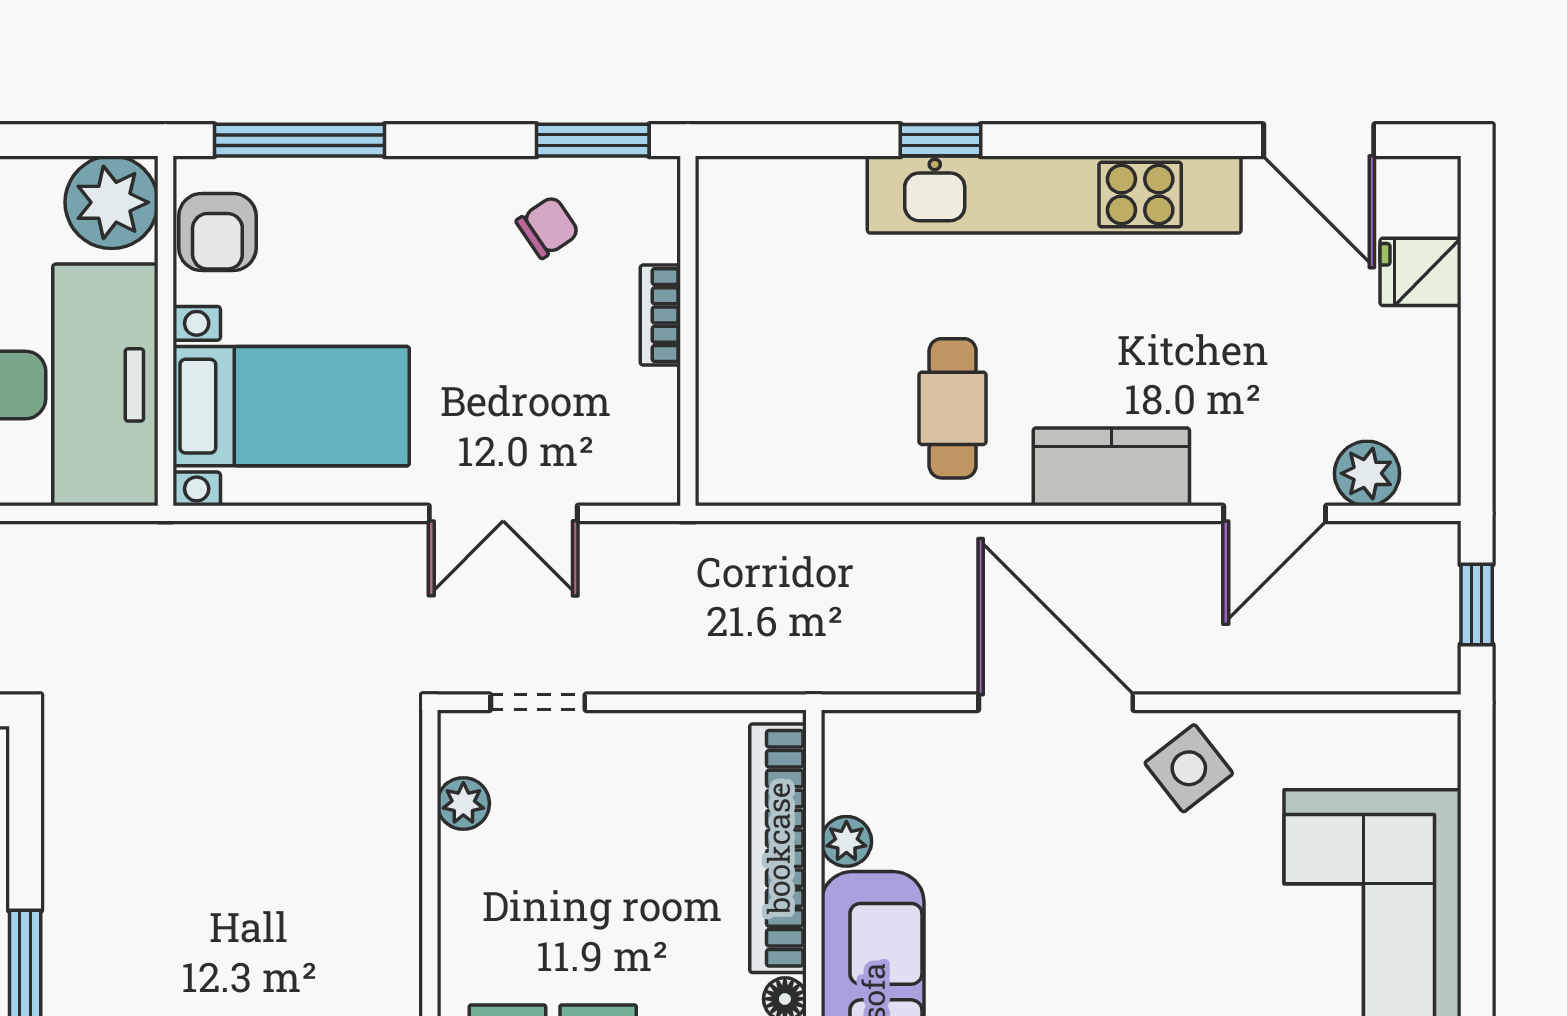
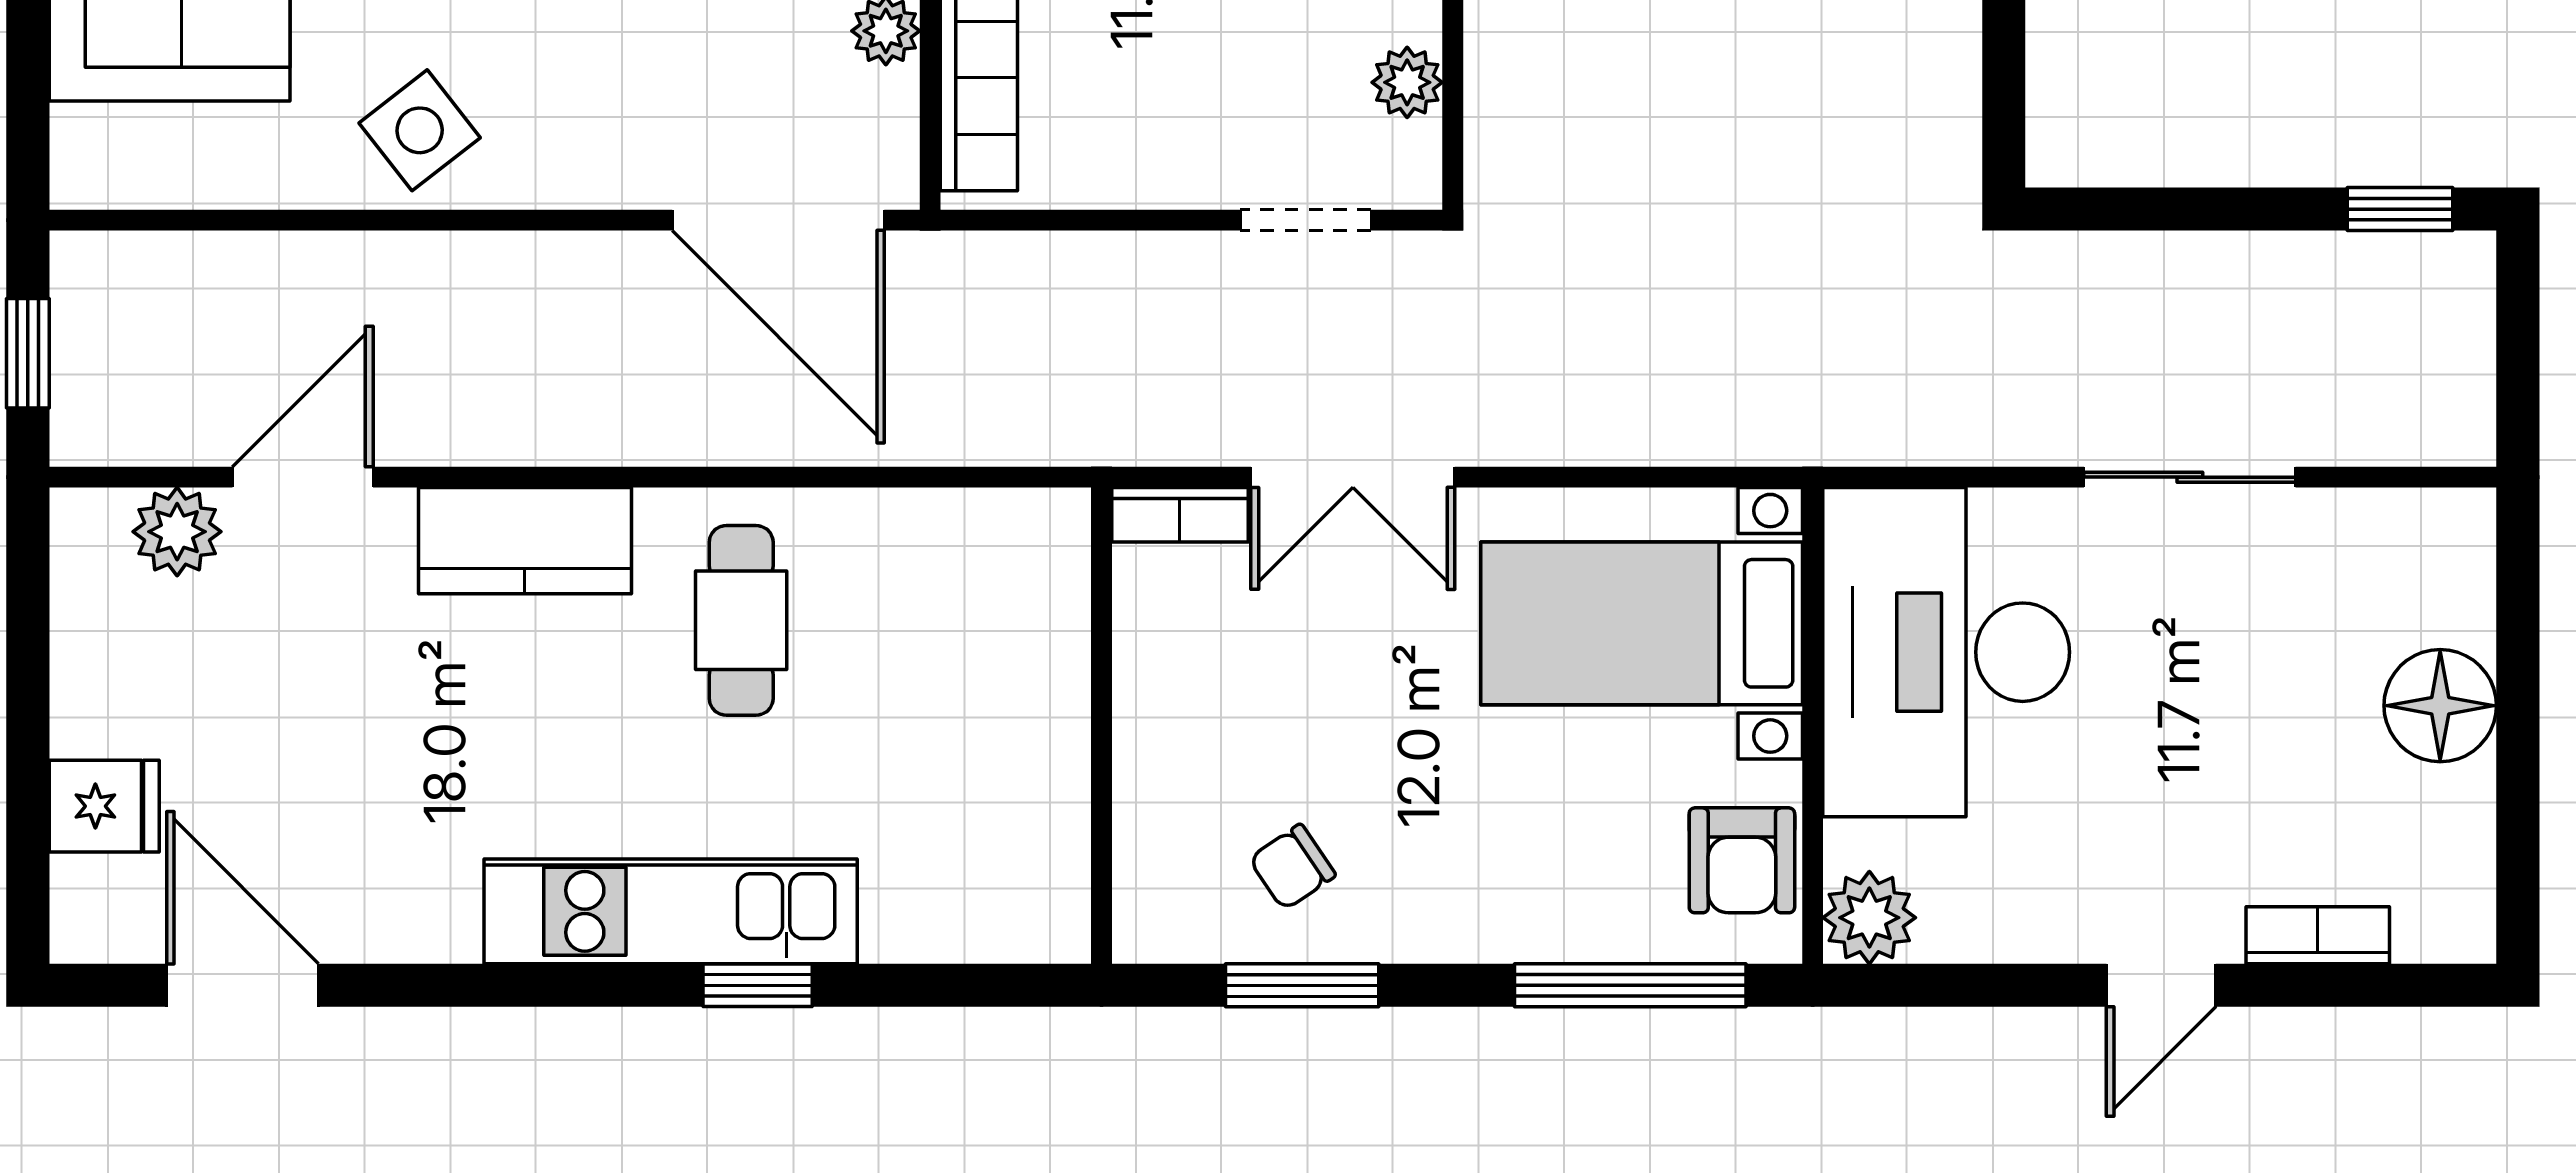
window: (593, 140) -> (1302, 985), moved
kitchen unit: (1054, 195) -> (671, 911), width x0.73
plant: (112, 202) -> (1869, 918), width x0.73, depth x0.73
armchair: (217, 232) -> (1742, 860), turned 180
bookcase: (660, 315) -> (1180, 515), moved, turned 90
double door: (503, 513) -> (1353, 477), swing flipped
door: (1056, 702) -> (778, 220), moved

